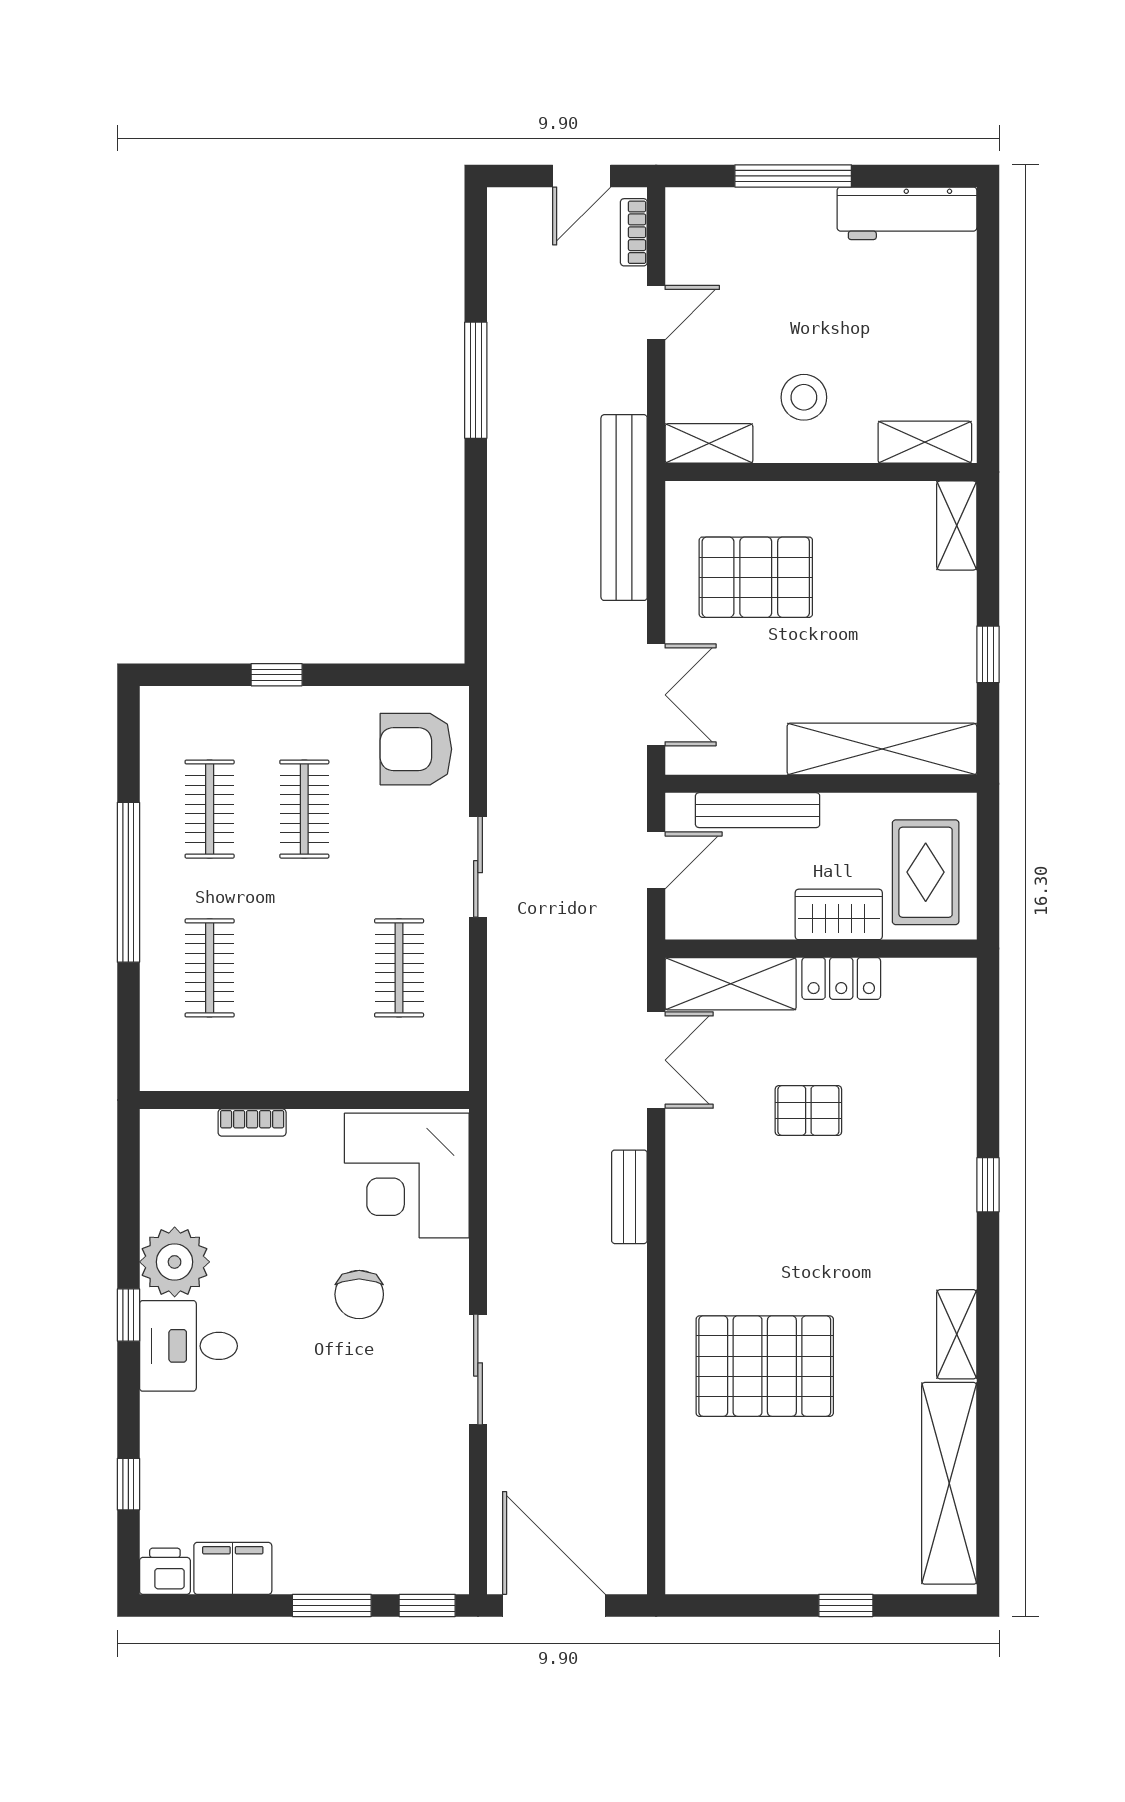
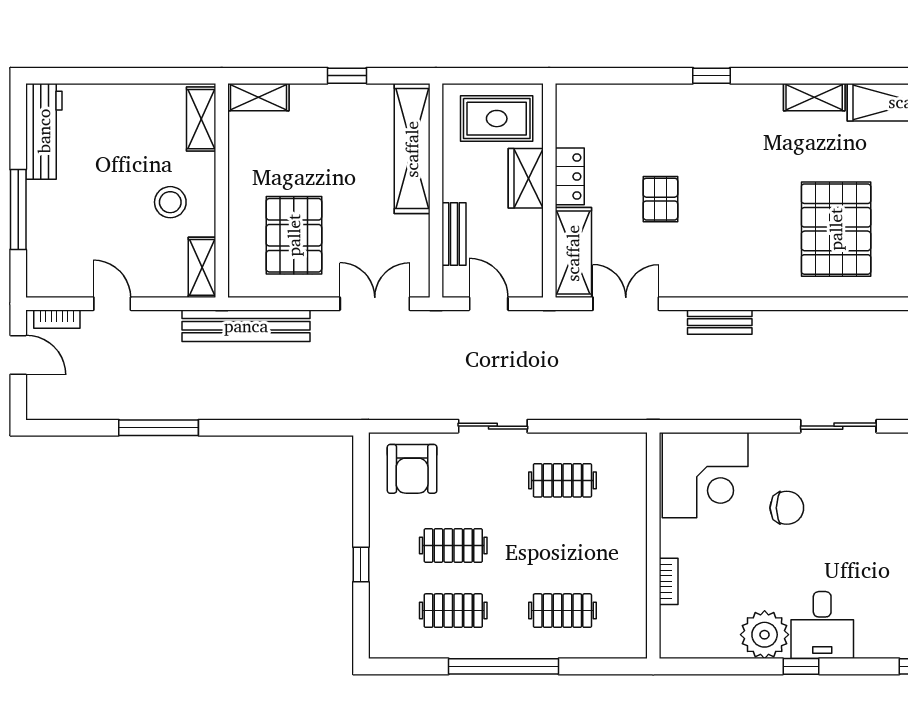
bench: (758, 810) -> (454, 234), width x0.73

